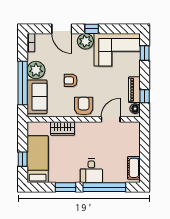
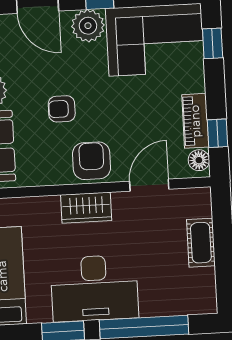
wardrobe: (62, 128) -> (86, 208), moved
cot: (134, 168) -> (201, 243), moved
desk: (91, 171) -> (94, 288), width x1.87, depth x1.30

